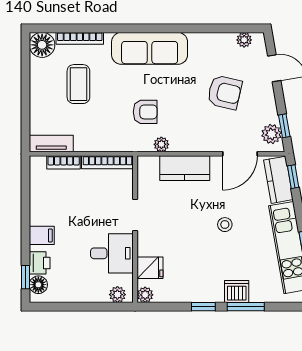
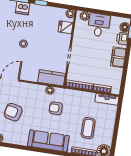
kitchen counter: (185, 168) -> (51, 78), moved
filing cabinet: (42, 235) -> (118, 57), width x2.00
desk: (112, 253) -> (99, 25), moved, turned 90

